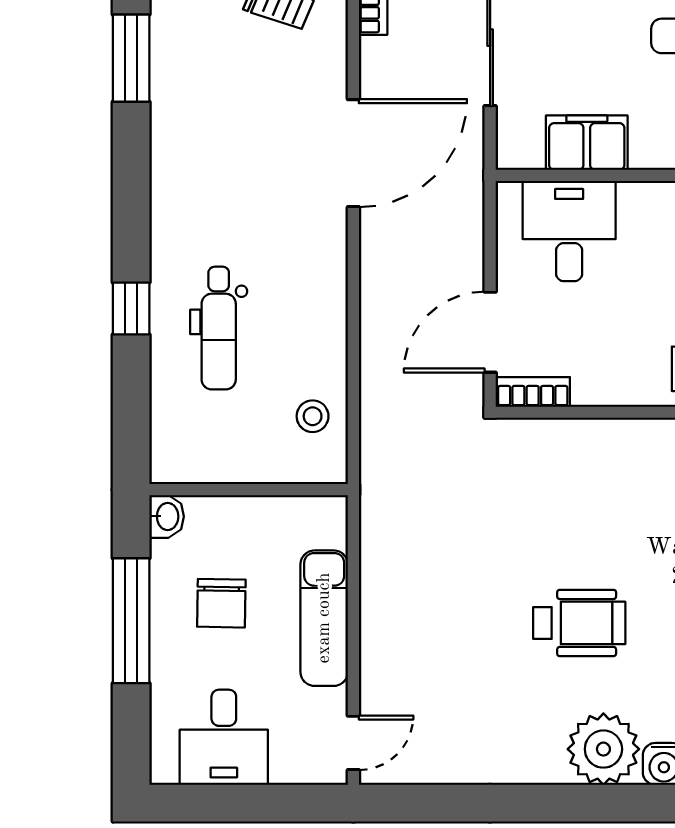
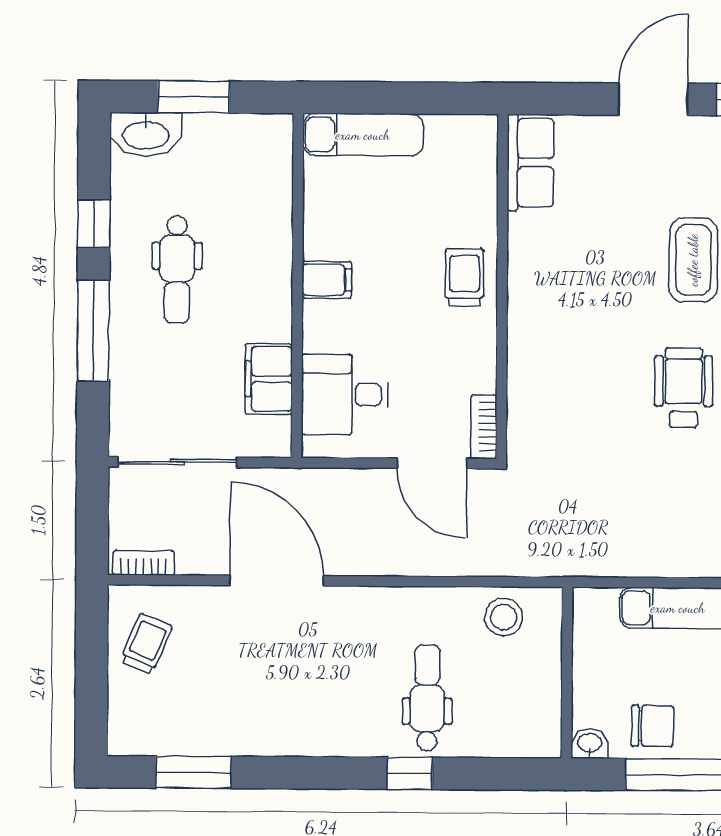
dental chair: (219, 328) -> (427, 698), turned -90
stool: (313, 416) -> (504, 617), width x1.37, depth x1.37
chair: (221, 603) -> (653, 726), moved

